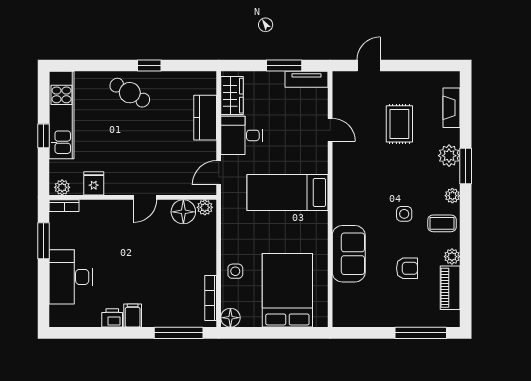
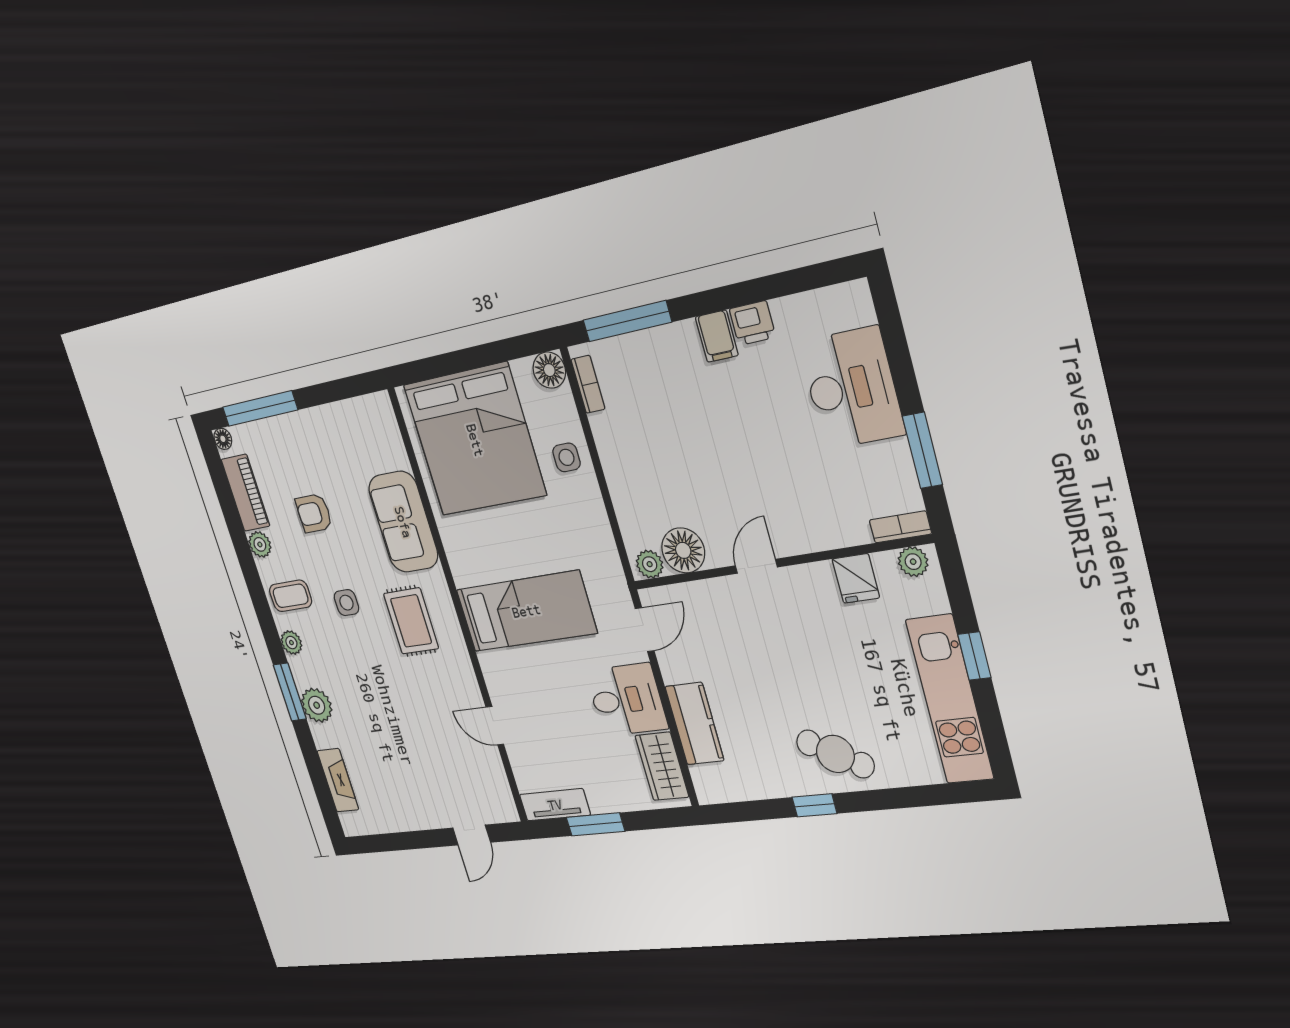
rug: (399, 124) -> (411, 621), moved
bed: (287, 290) -> (475, 440), width x1.36
bookcase: (211, 298) -> (588, 384), width x0.64
floor lamp: (454, 321) -> (223, 439), added

